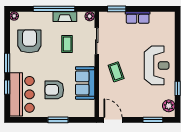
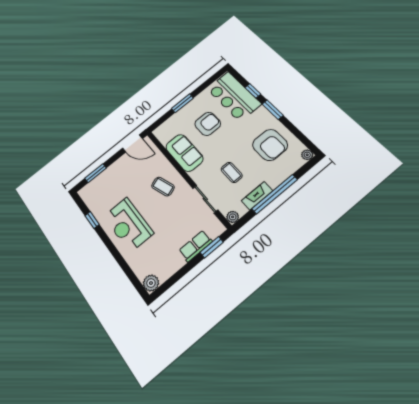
row of seats: (138, 17) -> (196, 246), moved
plant: (169, 106) -> (151, 283), moved

